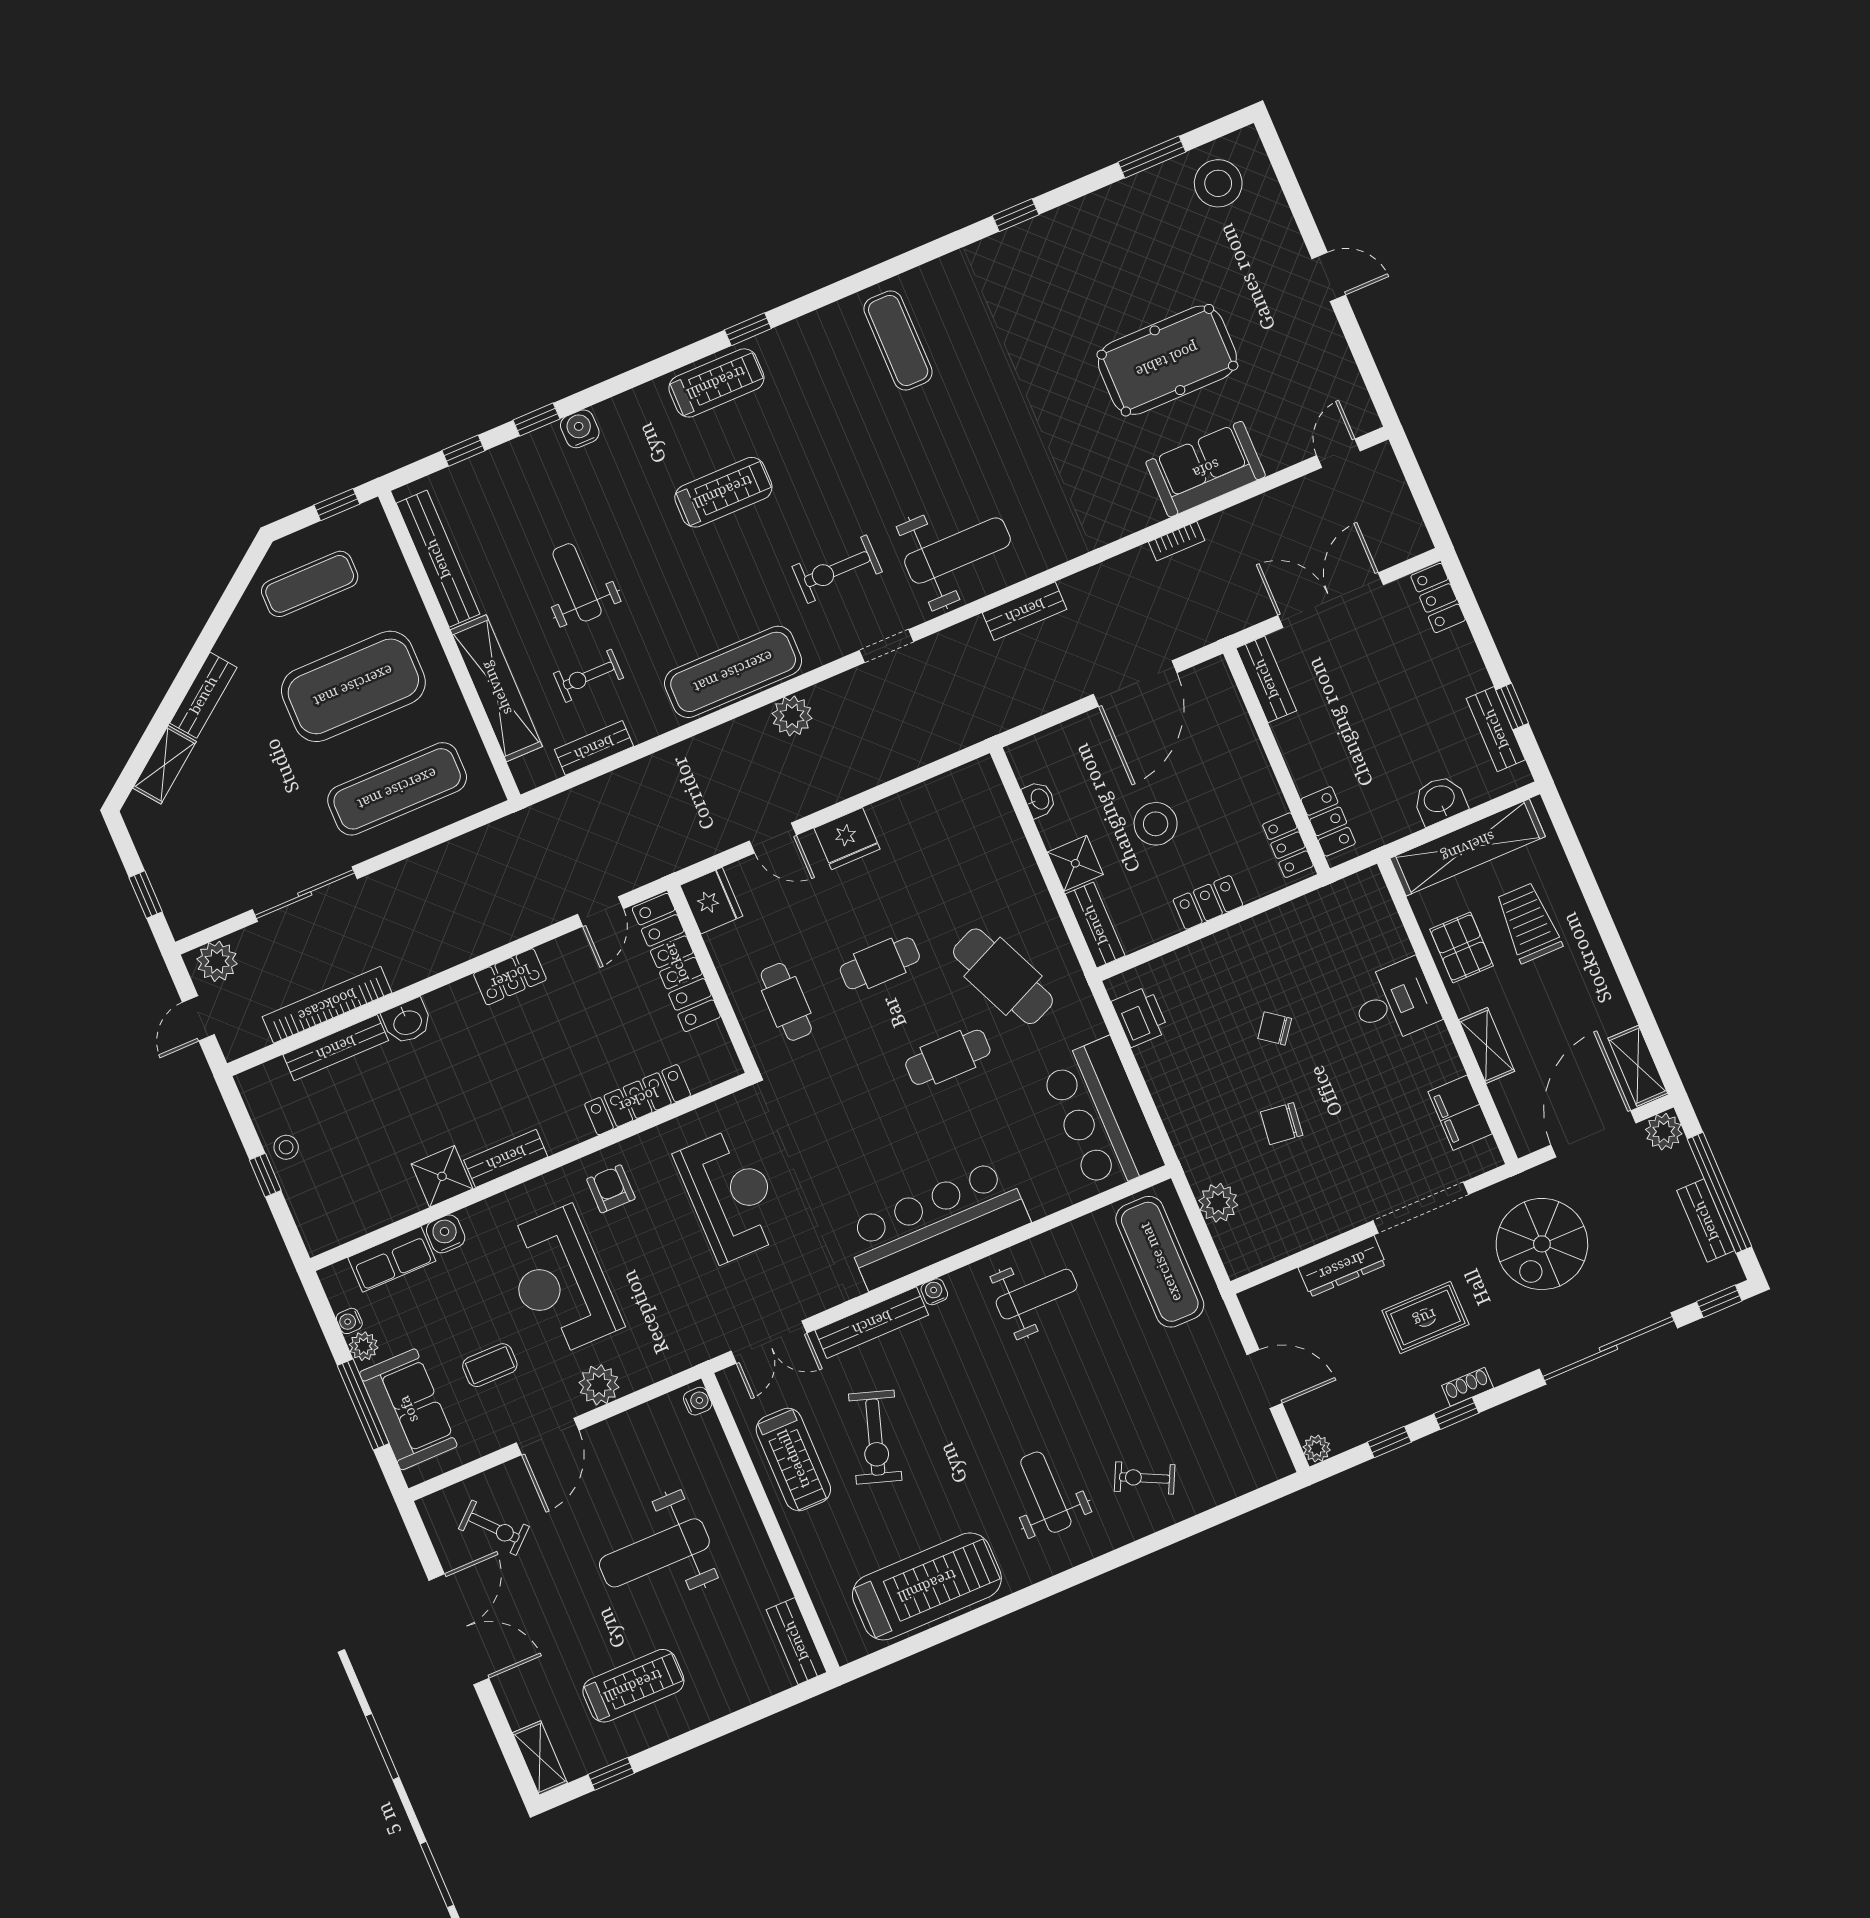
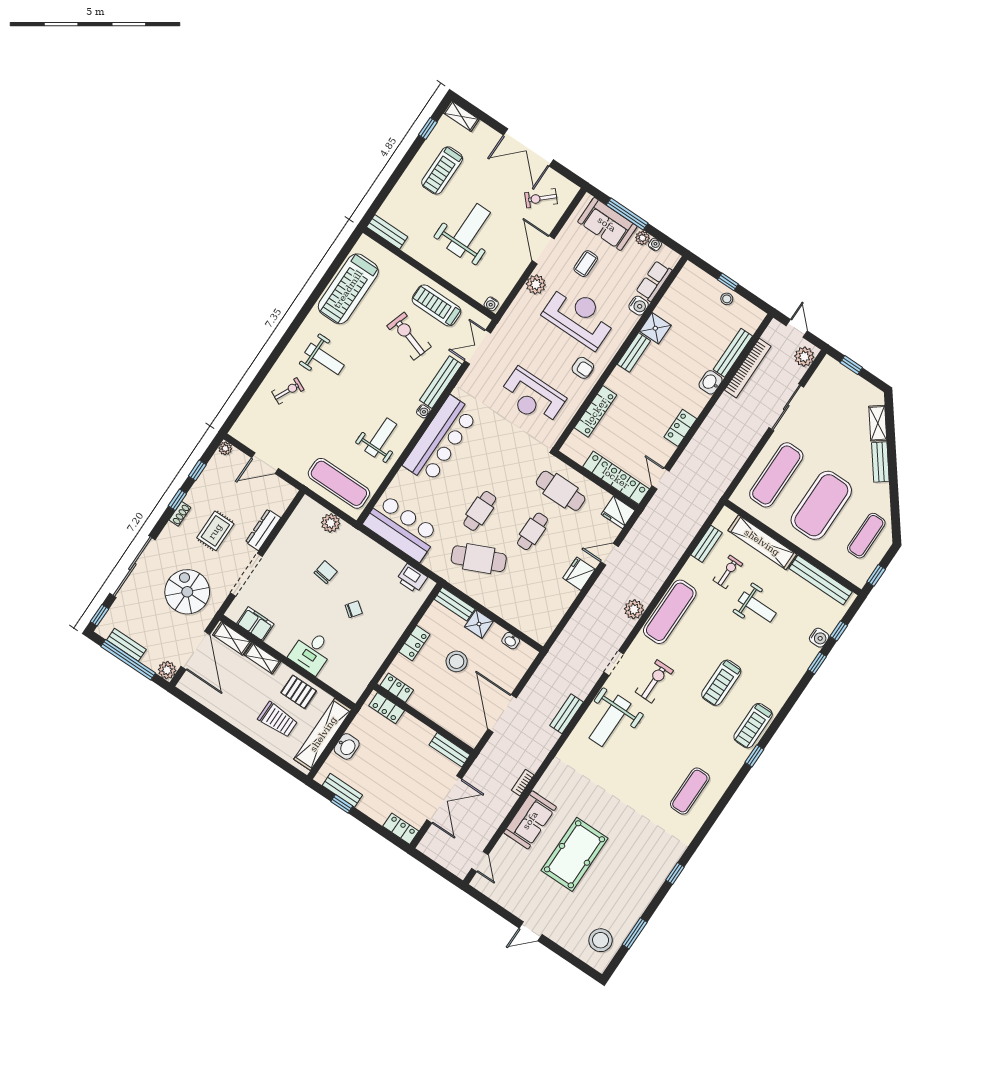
exercise mat: (898, 341) -> (690, 791), turned 90
water cooler: (580, 429) -> (819, 638), moved
cafe table: (786, 1002) -> (561, 491), width x1.37, depth x1.35
shelving: (1638, 1066) -> (232, 638), moved
weight bench: (1037, 1294) -> (381, 437), turned 180

